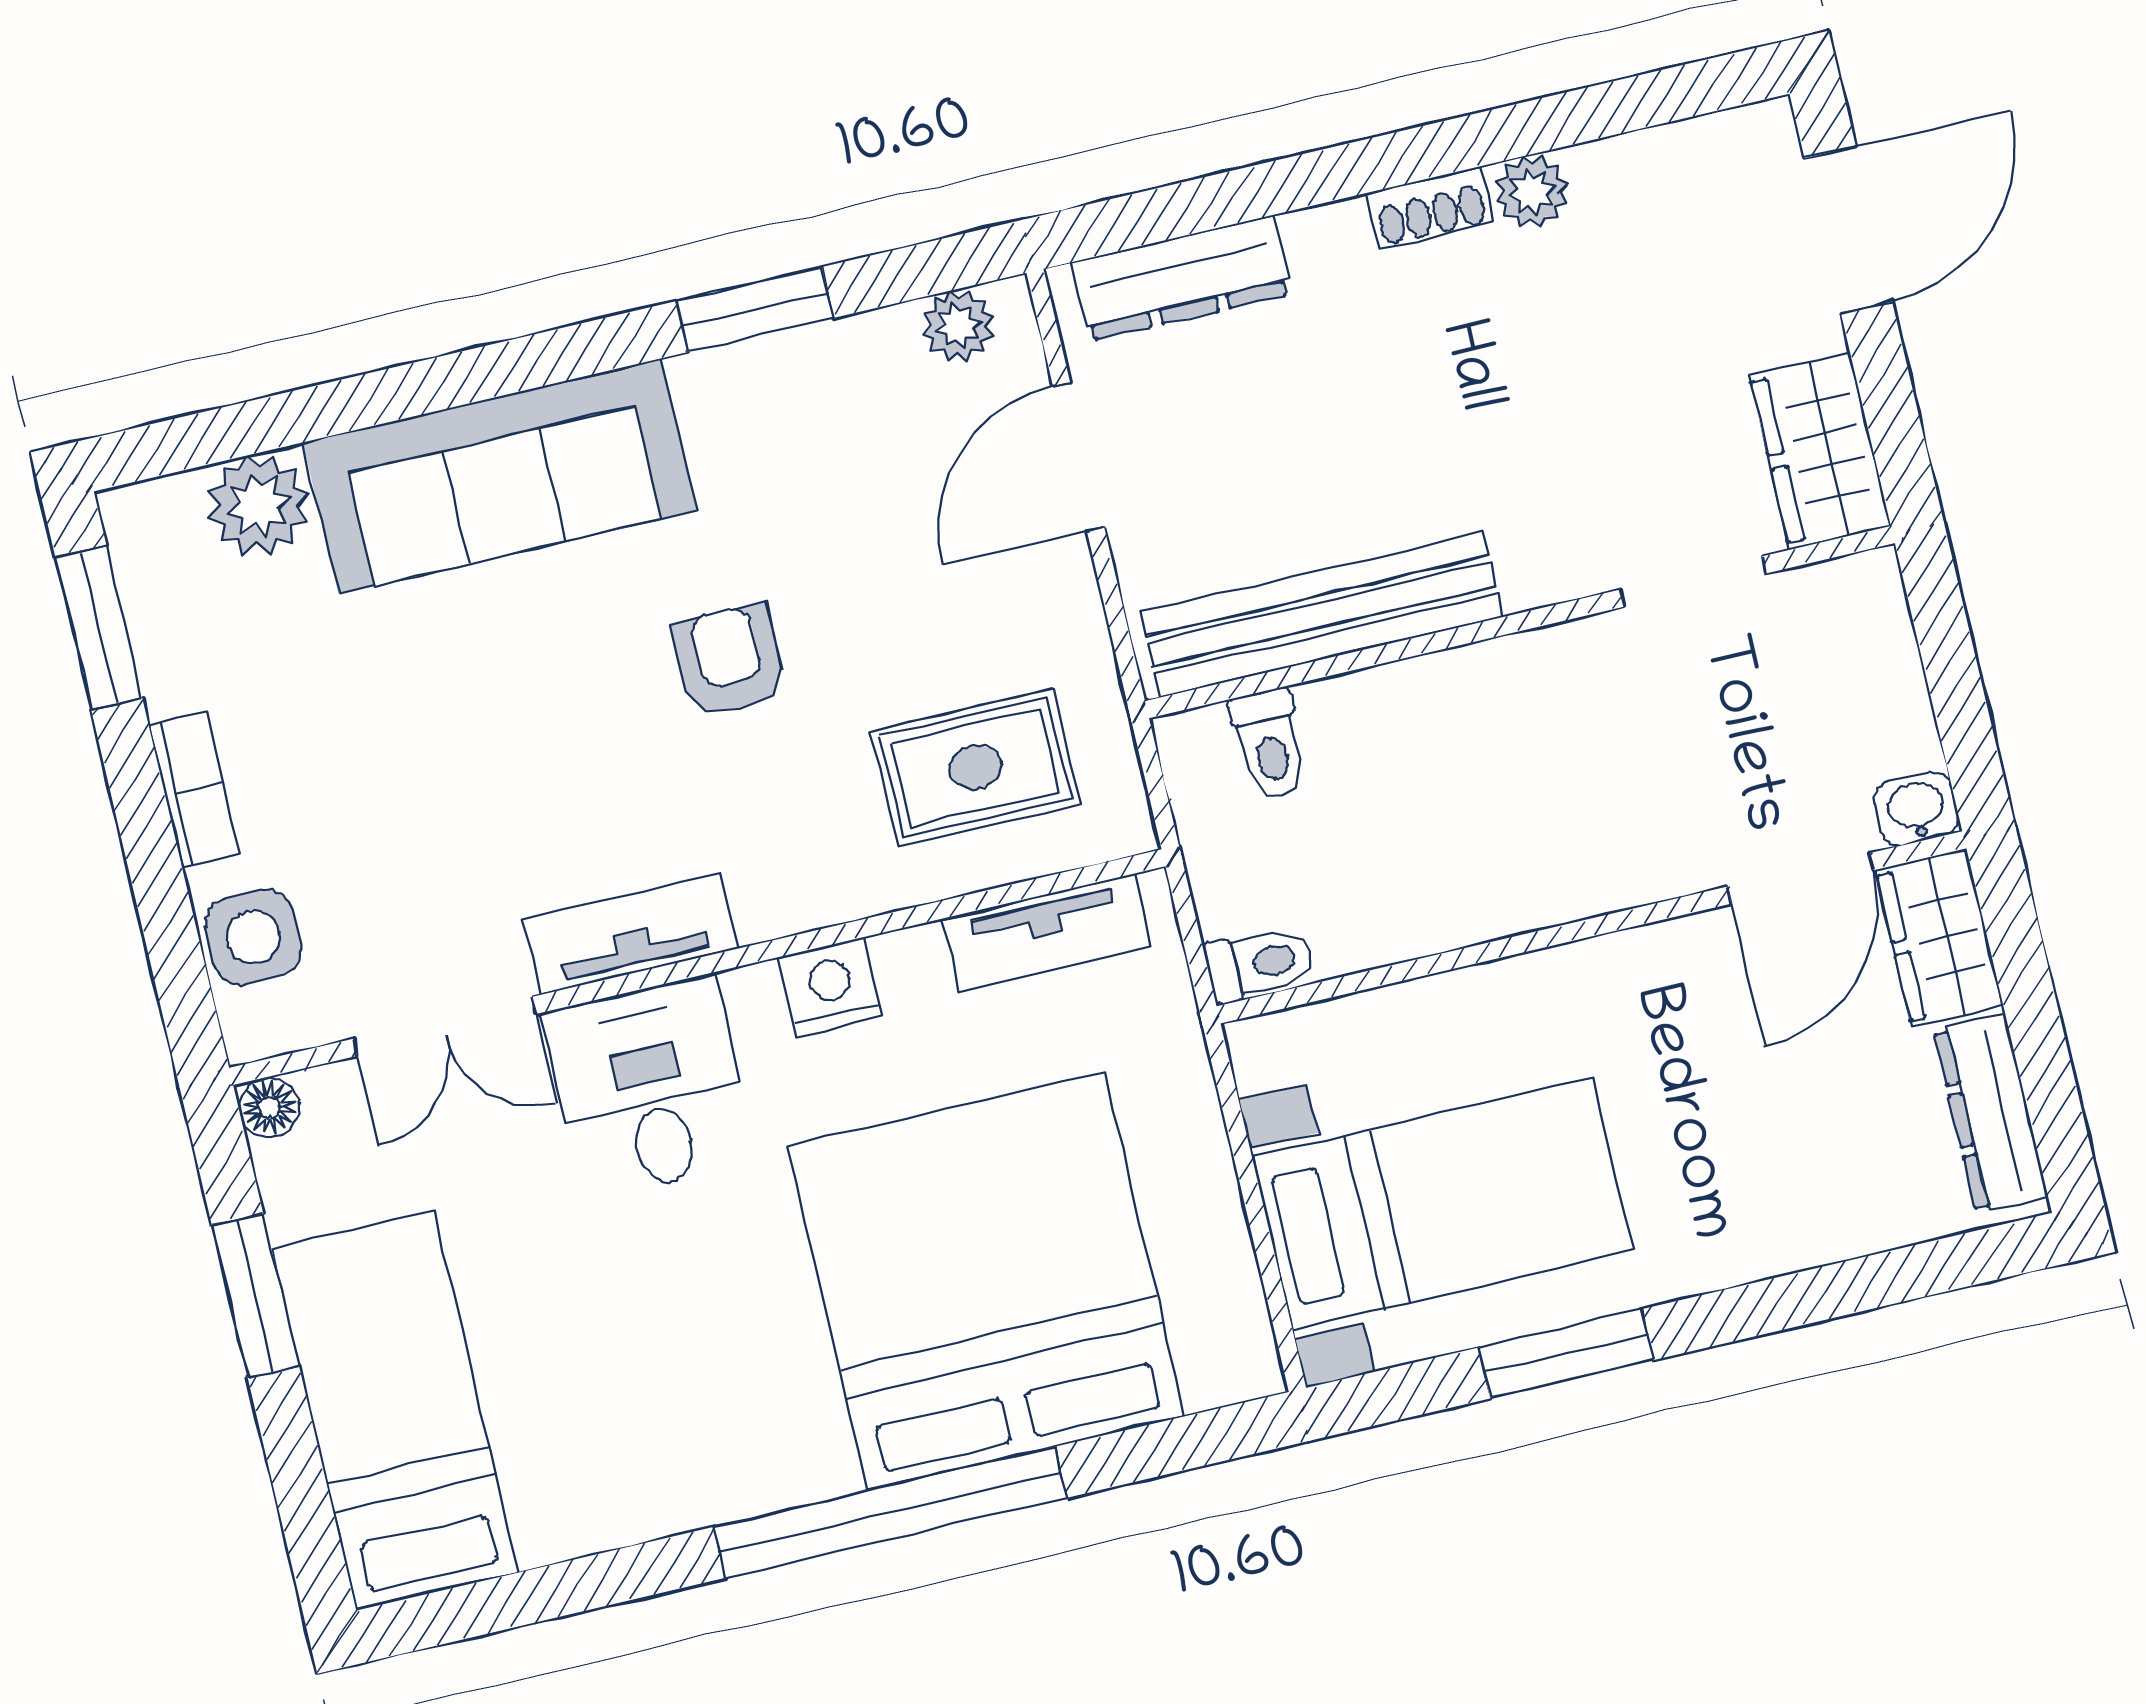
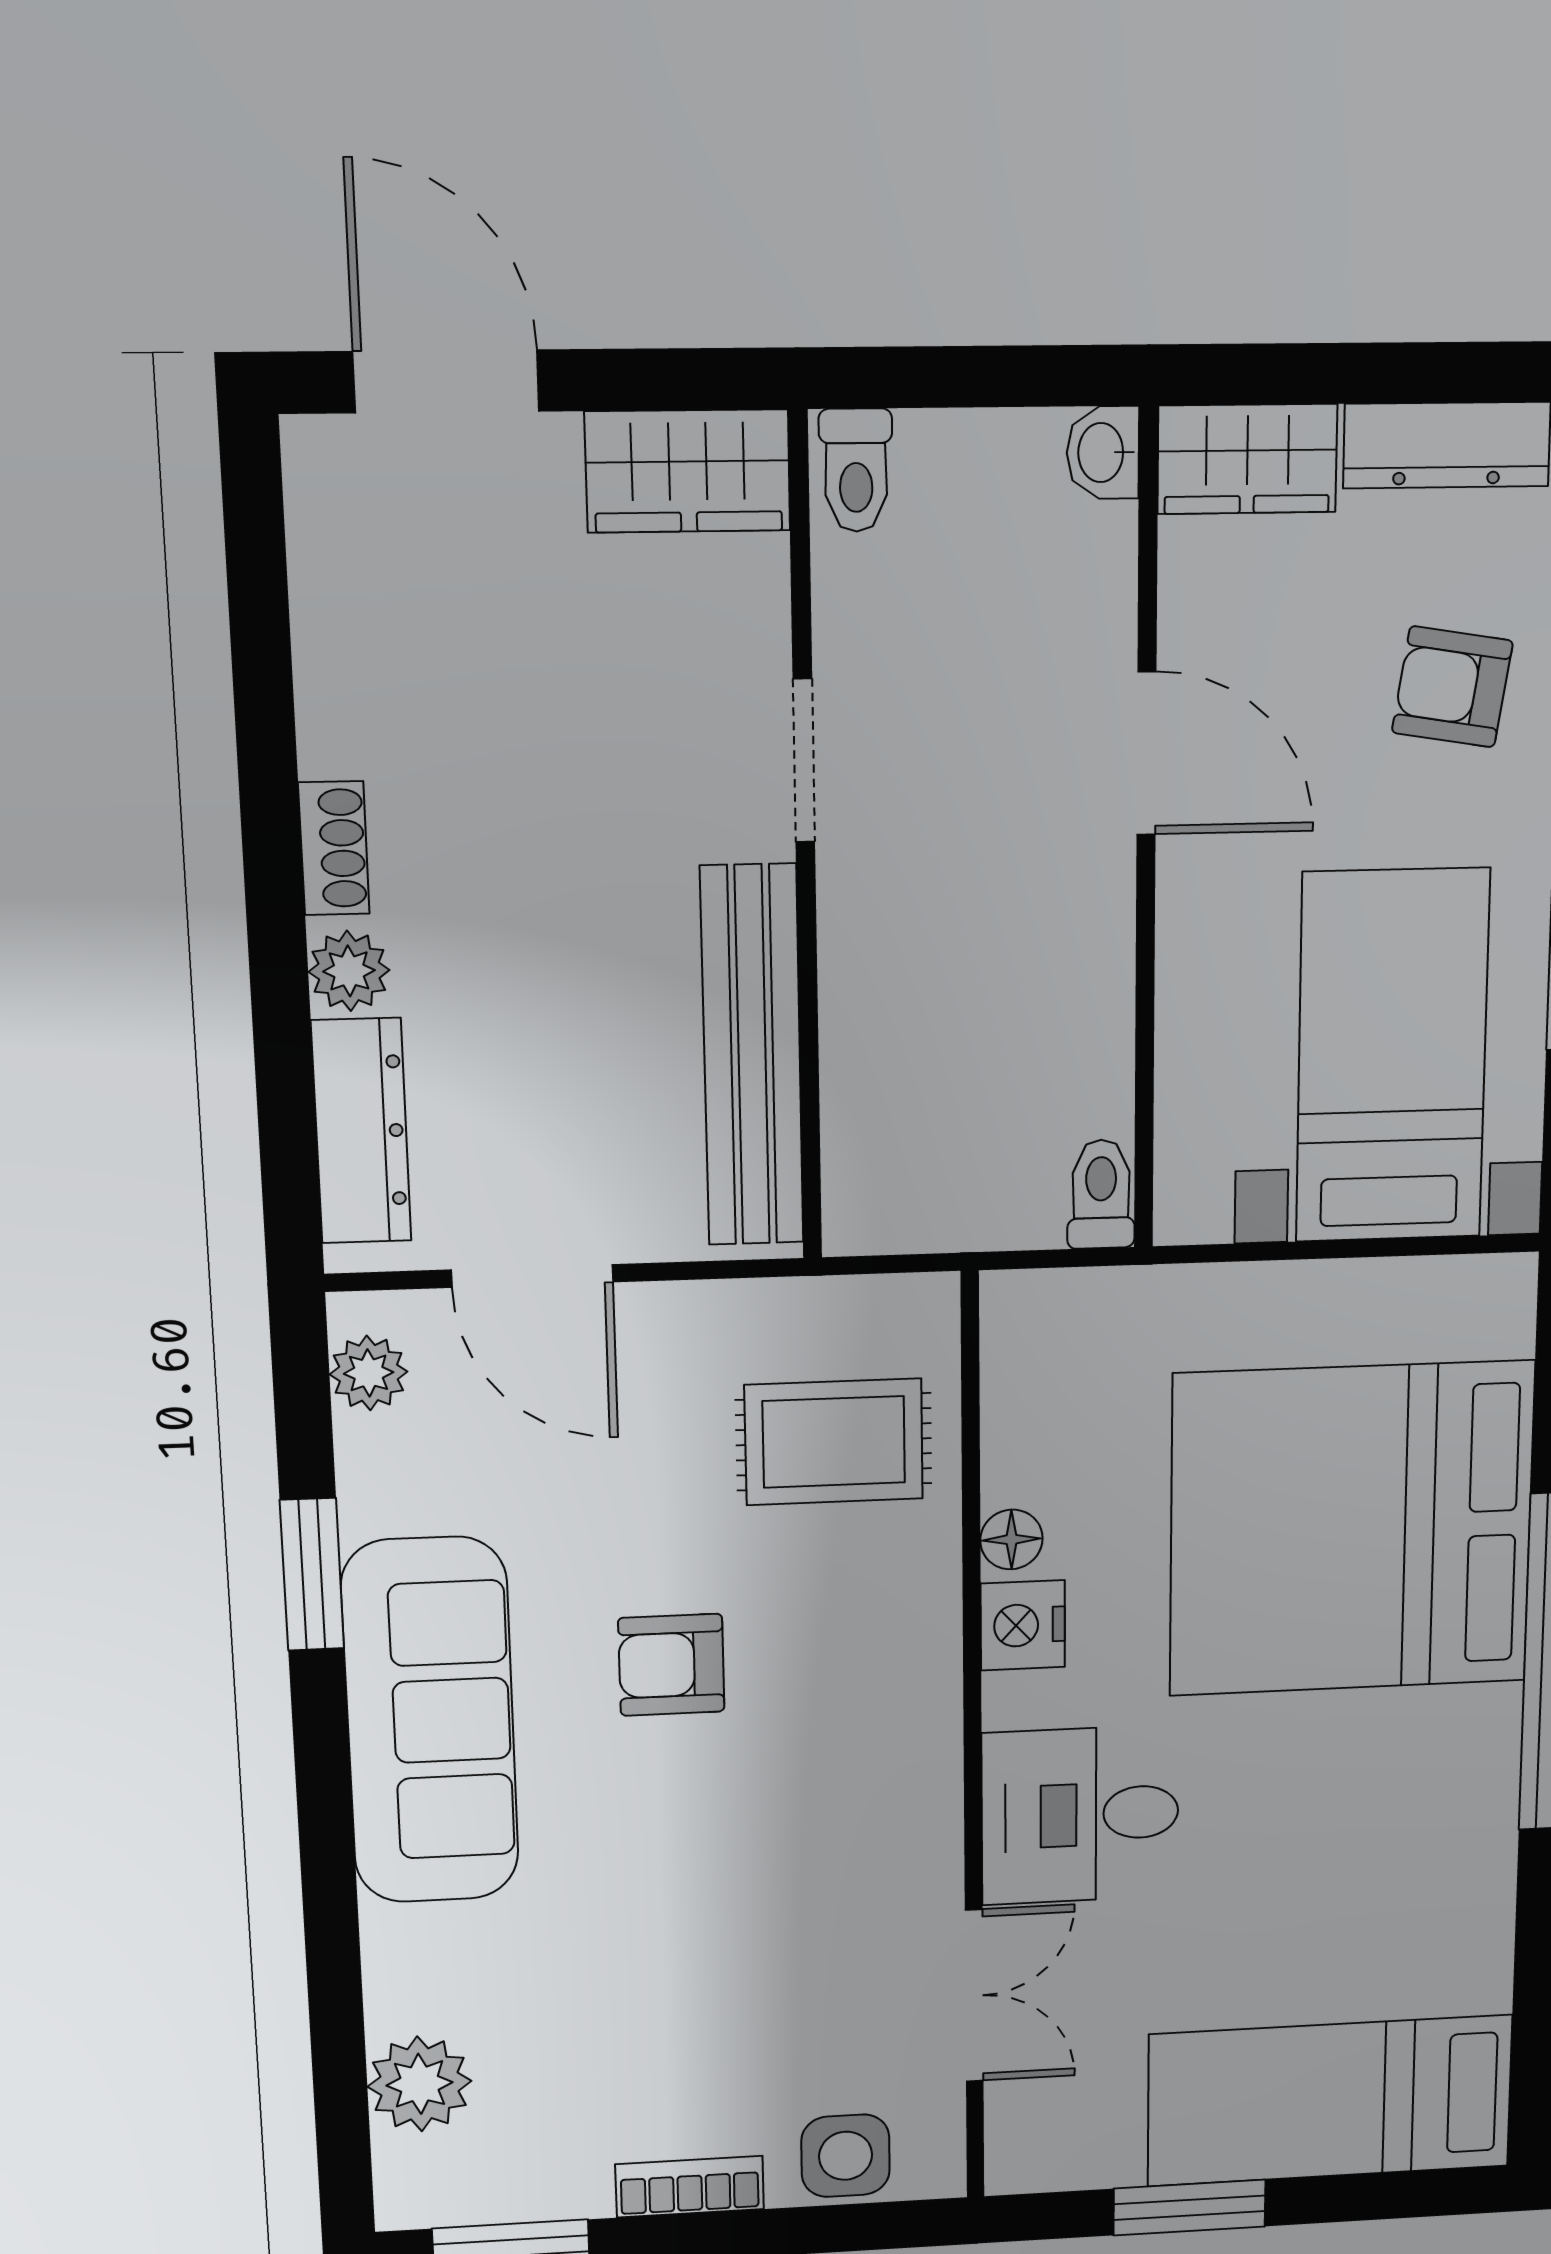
plant: (1532, 192) -> (349, 971), moved
sofa: (500, 476) -> (430, 1721), moved
doorway: (1693, 581) -> (804, 761), moved
toilet: (1270, 744) -> (856, 470), moved, turned 90
rug: (976, 767) -> (834, 1442), turned 90
door: (1801, 878) -> (1146, 753), moved
tv unit: (1047, 933) -> (1019, 1403), removed
tv unit: (631, 934) -> (925, 1807), removed
floor lamp: (269, 1107) -> (1011, 1539), moved
armchair: (1785, 1173) -> (1452, 687), added

